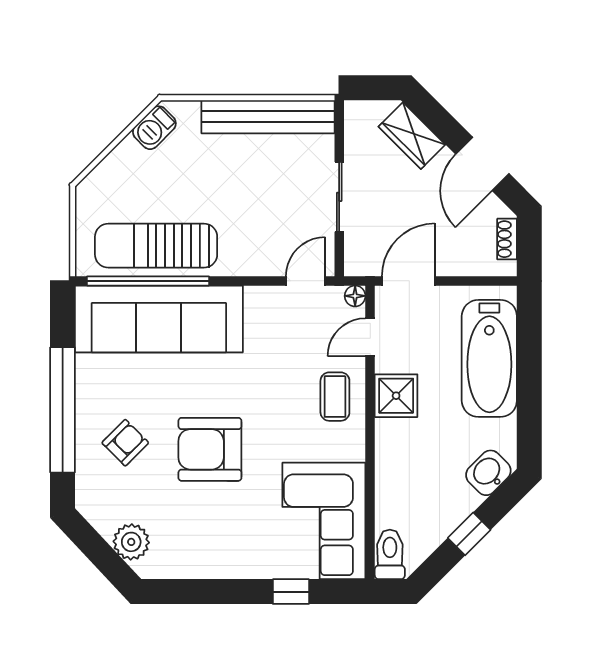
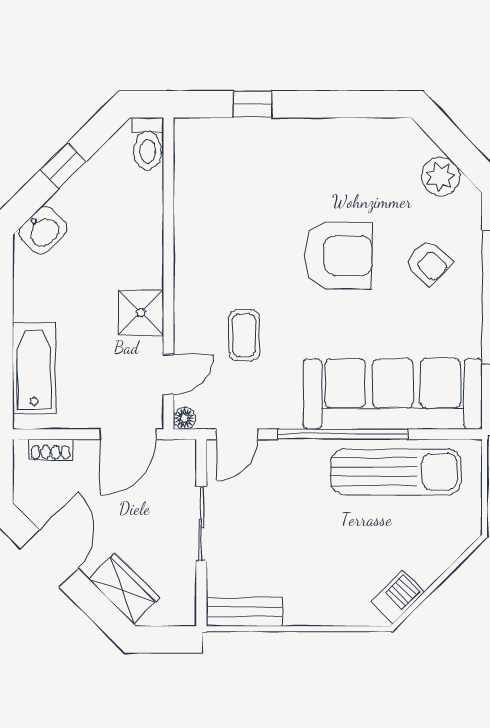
bench: (268, 117) -> (244, 612), width x0.54, depth x0.82
shoe rack: (507, 239) -> (50, 450), moved, turned 90
window: (148, 281) -> (343, 434), moved
bathtub: (489, 358) -> (34, 369), width x0.73, depth x0.73
coffee table: (335, 397) -> (244, 335), moved
armchair: (125, 443) -> (429, 262), turned -93
corner sofa: (324, 521) -> (218, 179), removed
plant: (131, 542) -> (441, 177), moved

